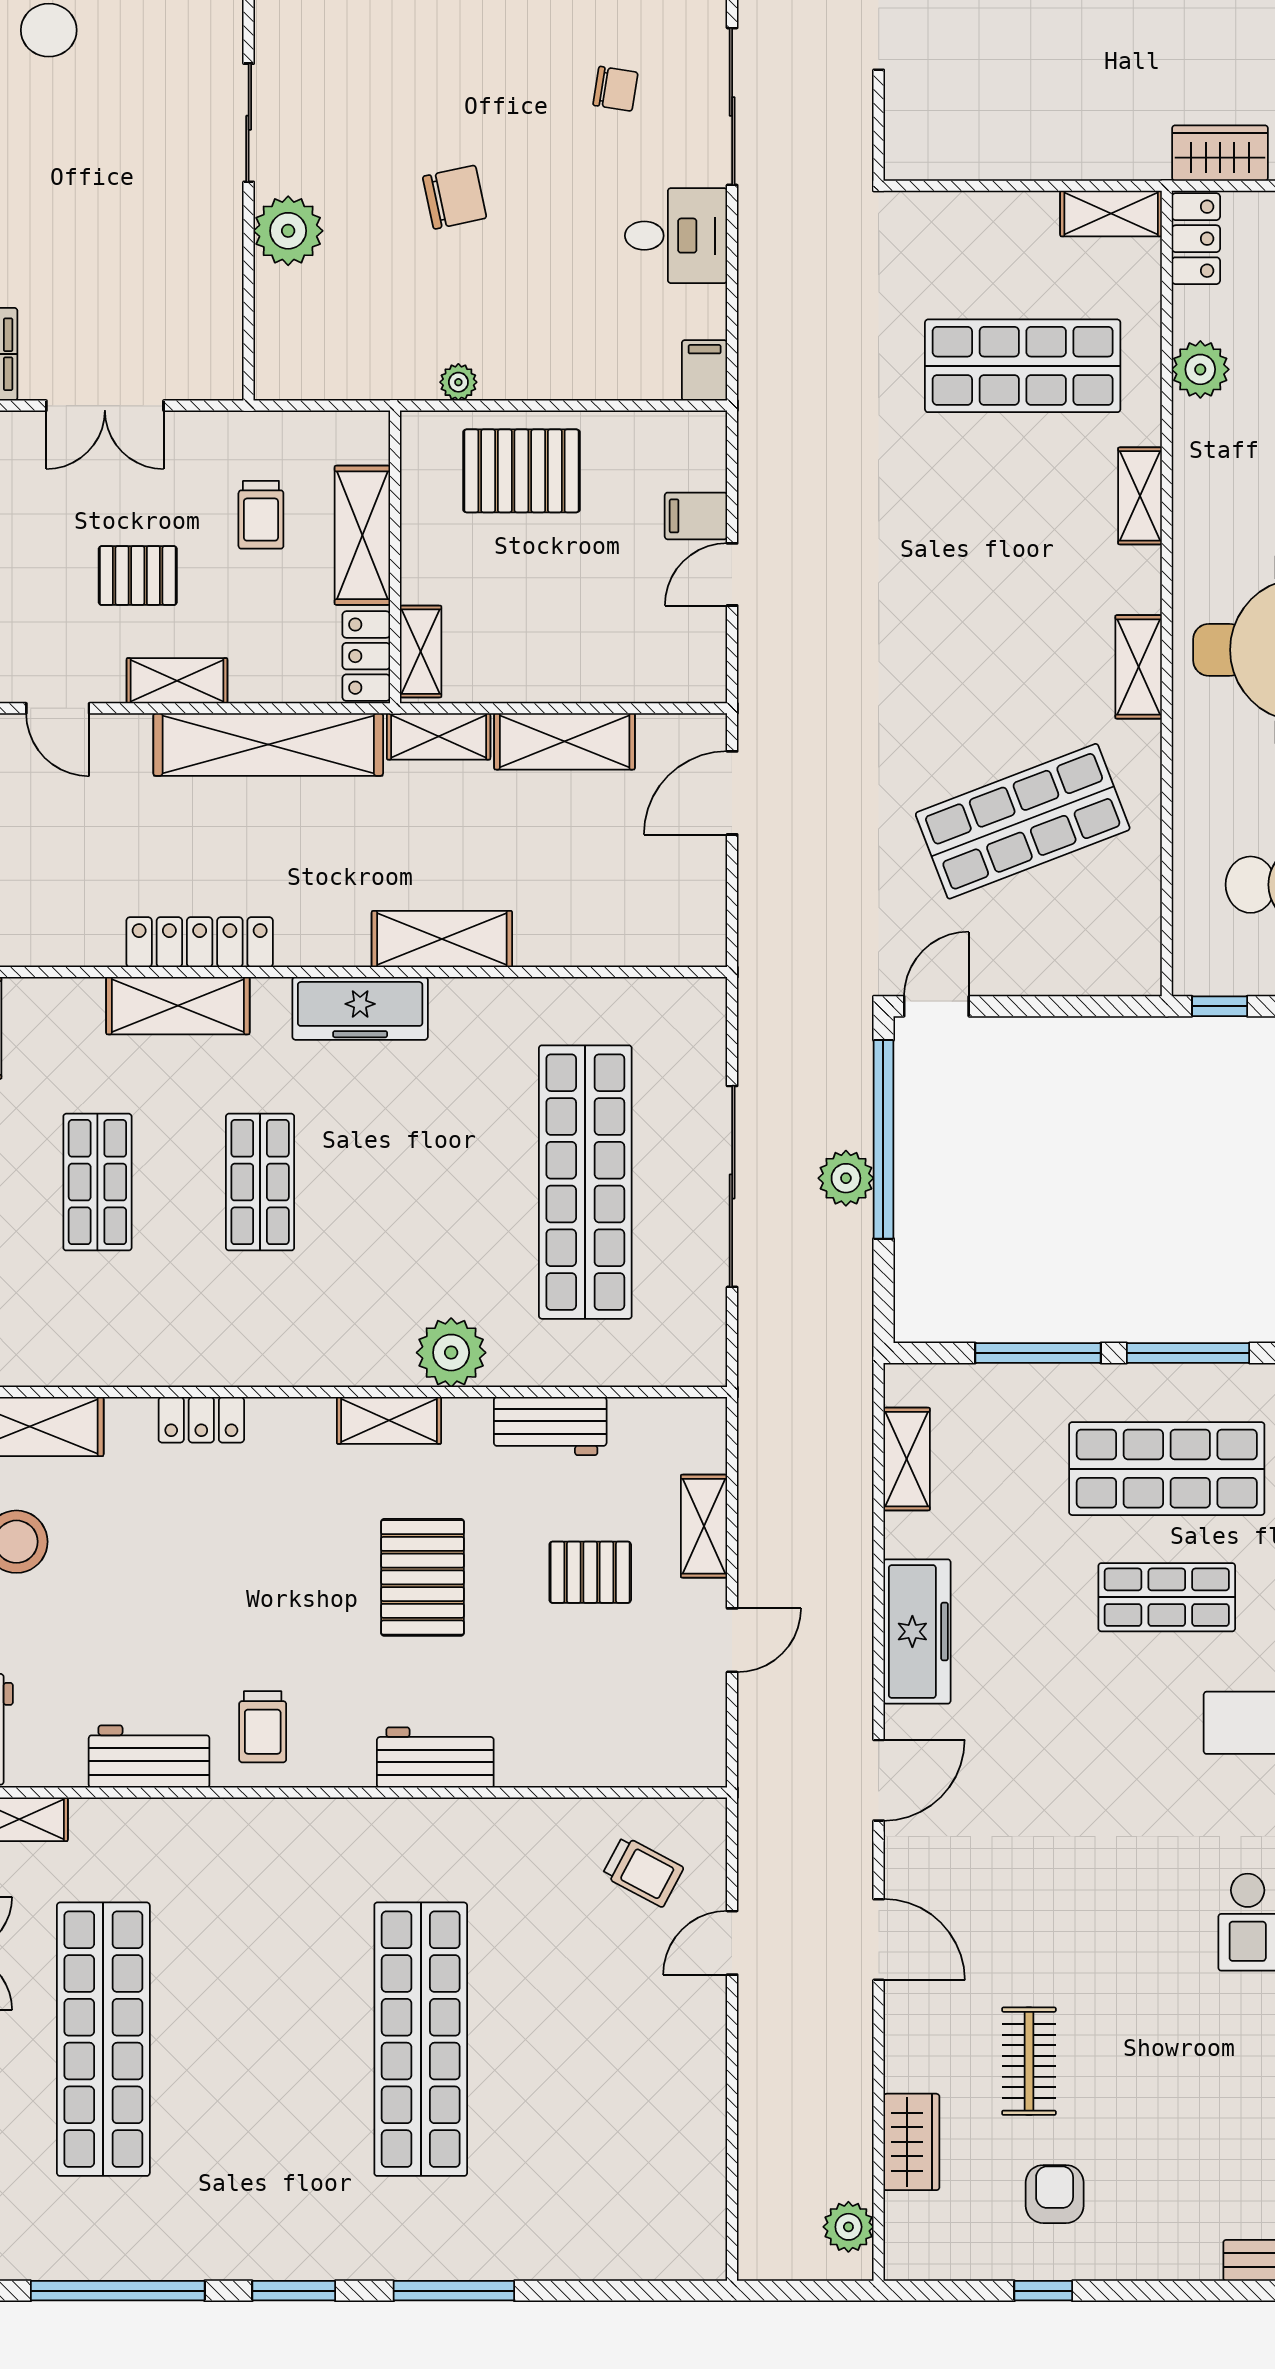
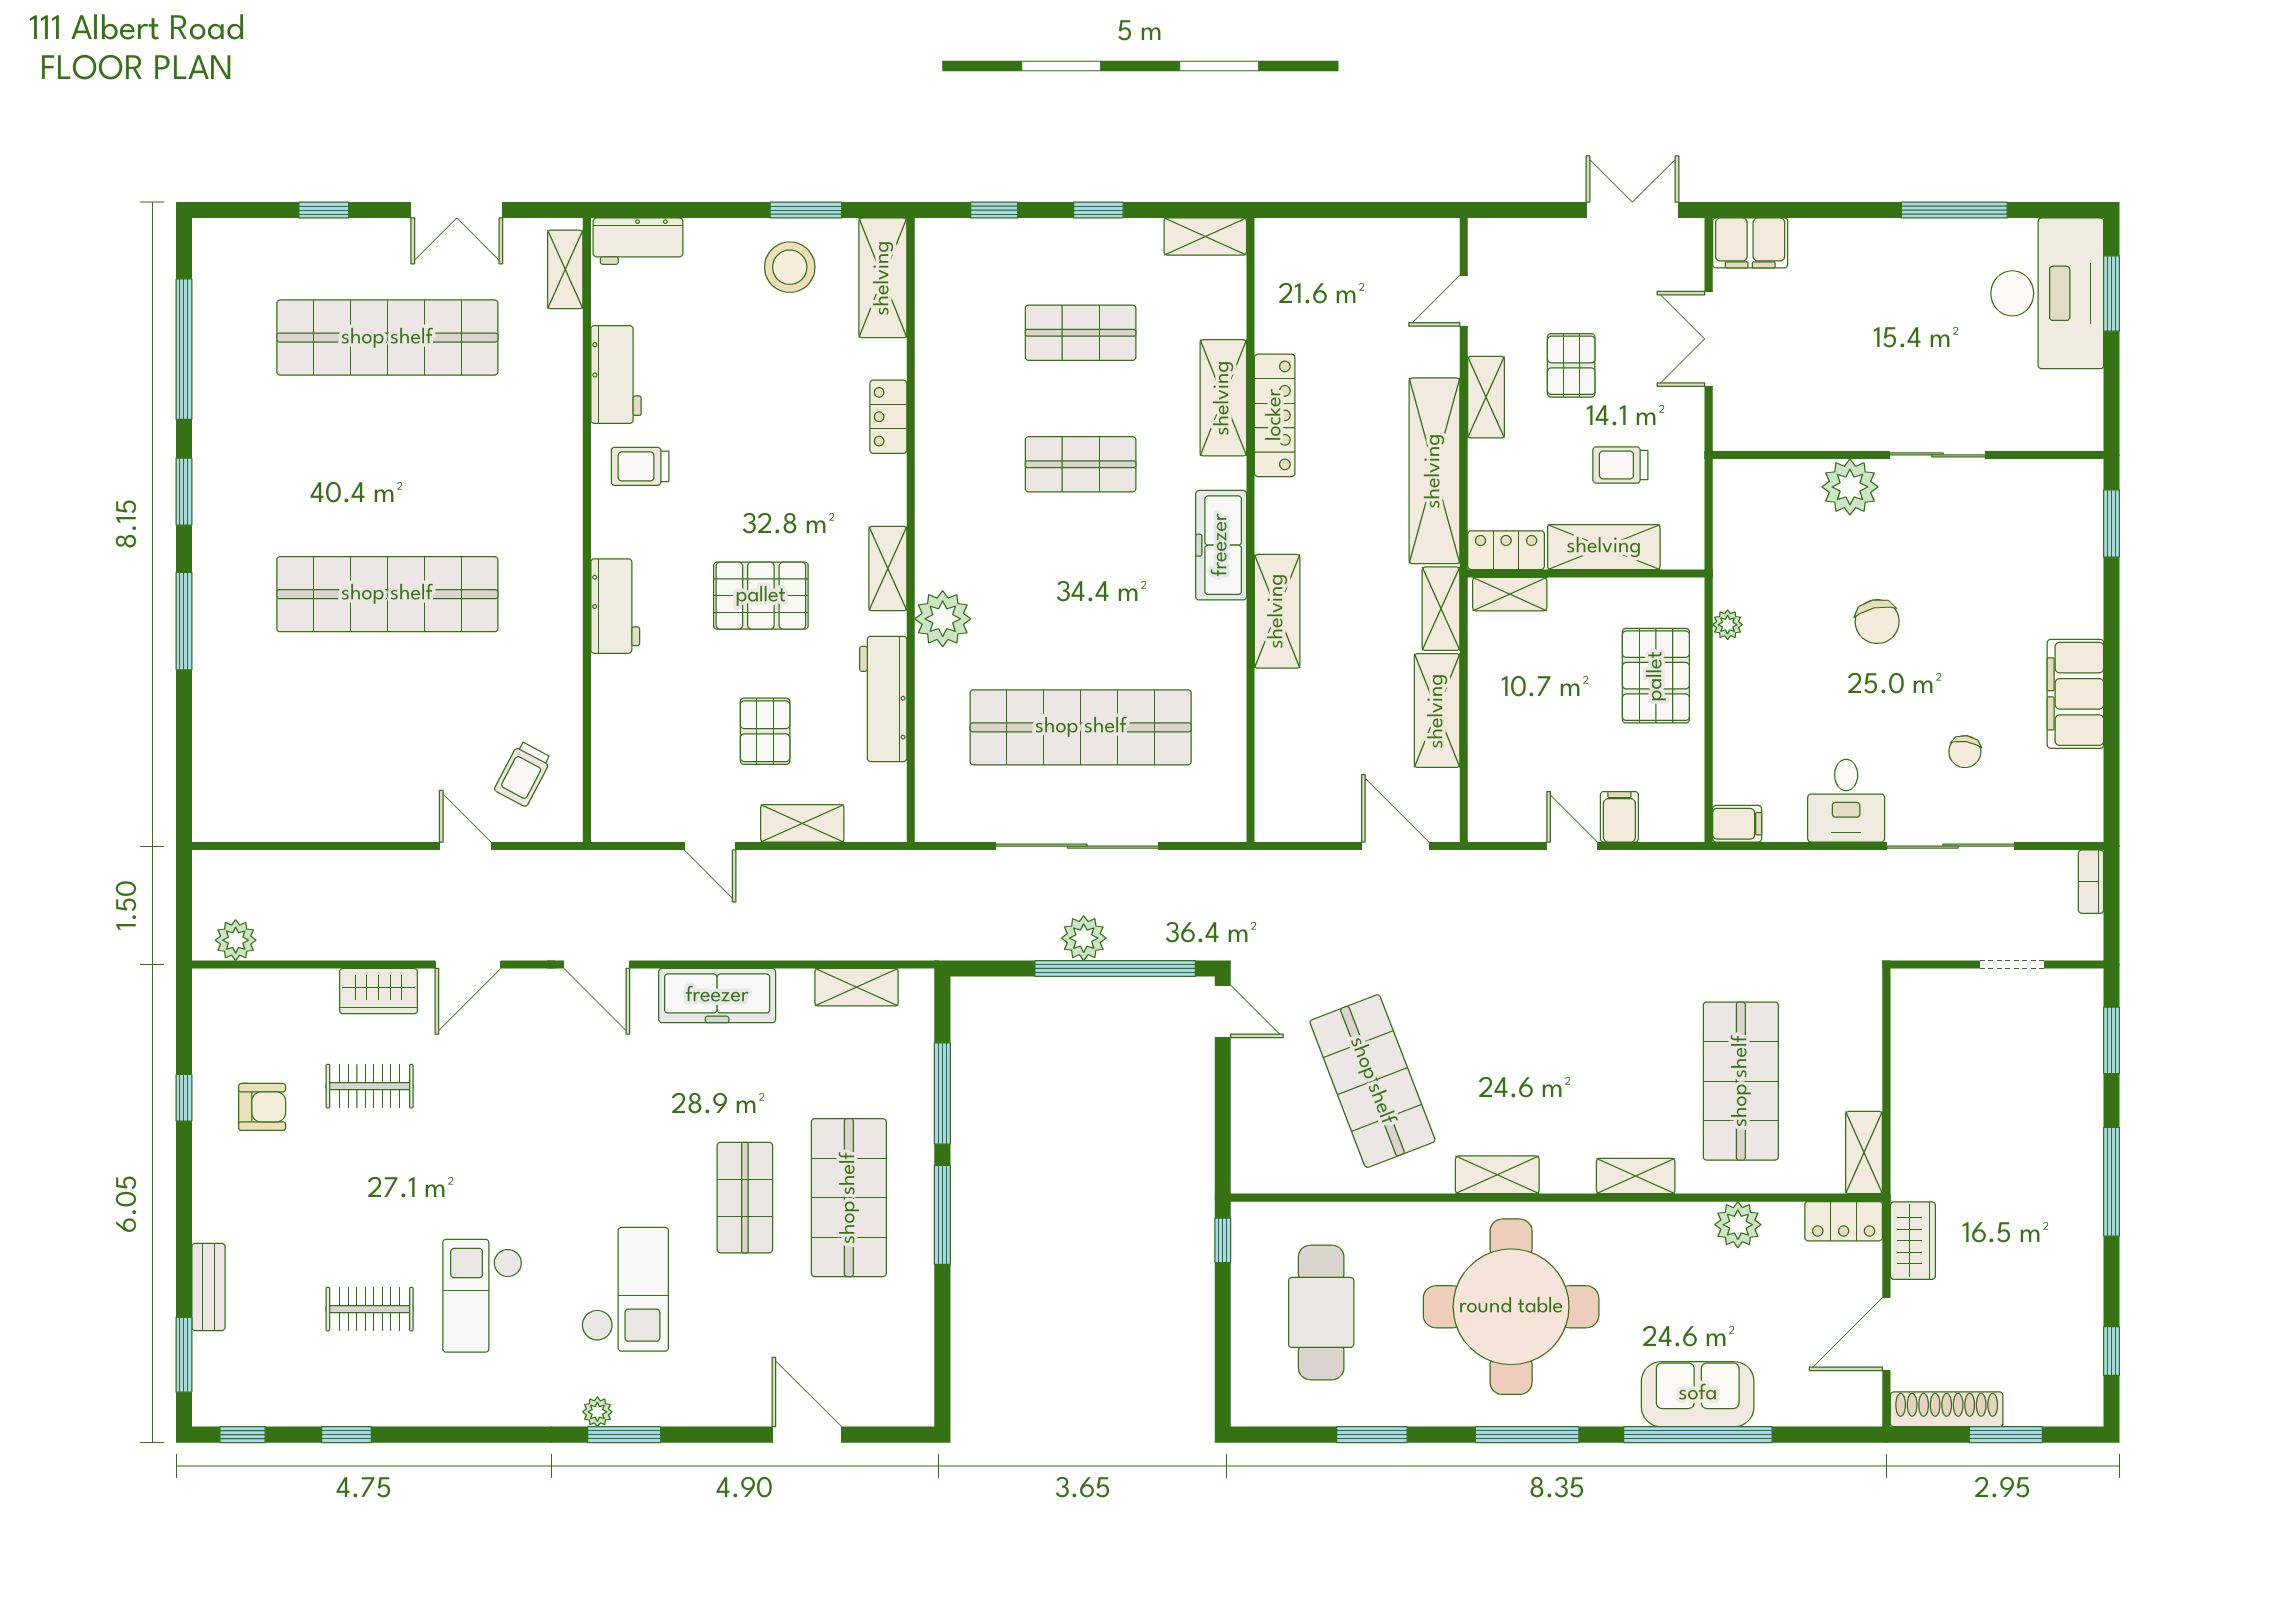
workbench: (550, 1426) -> (883, 699), width x1.37
wardrobe: (911, 2142) -> (378, 991), moved

